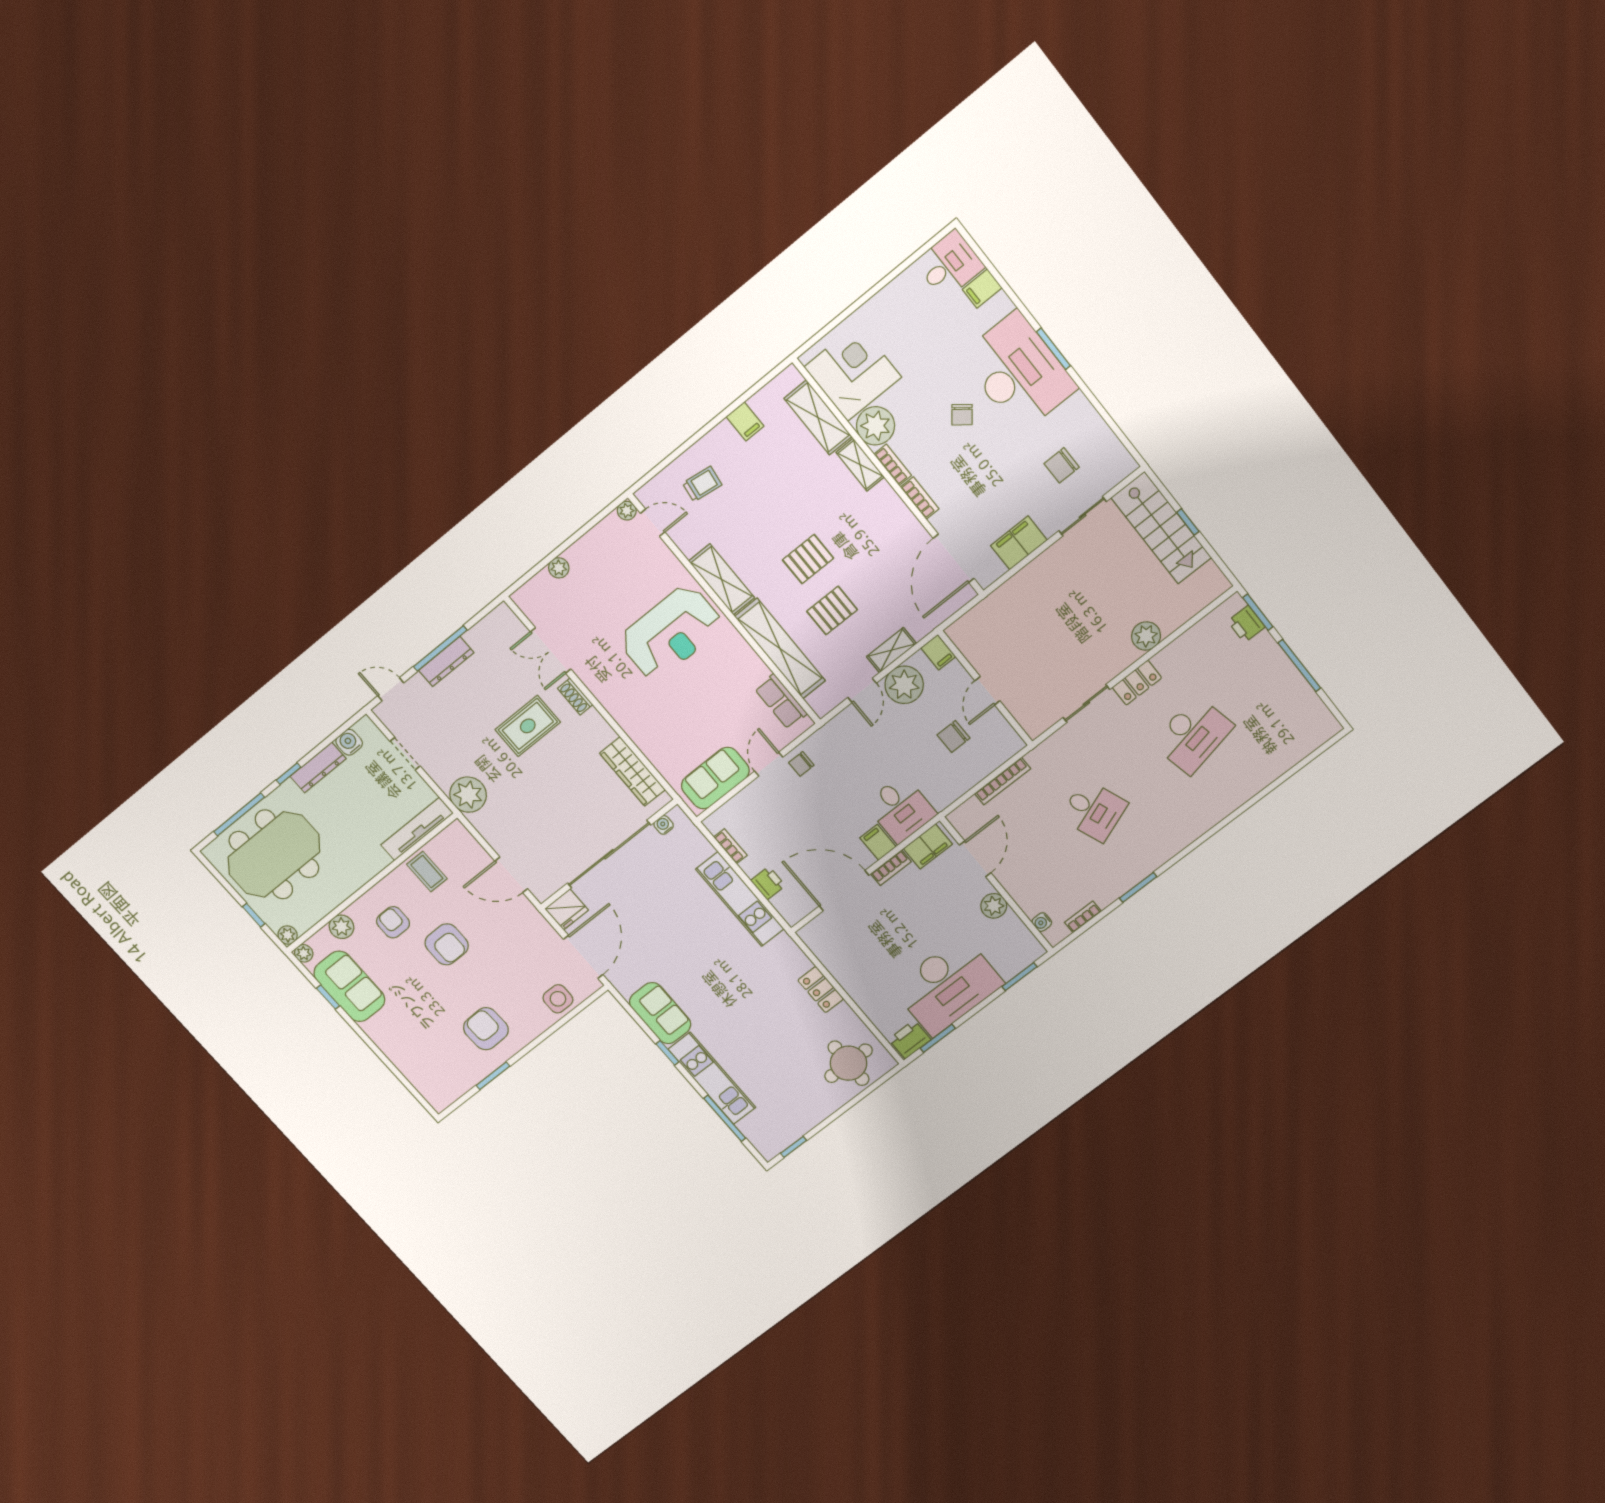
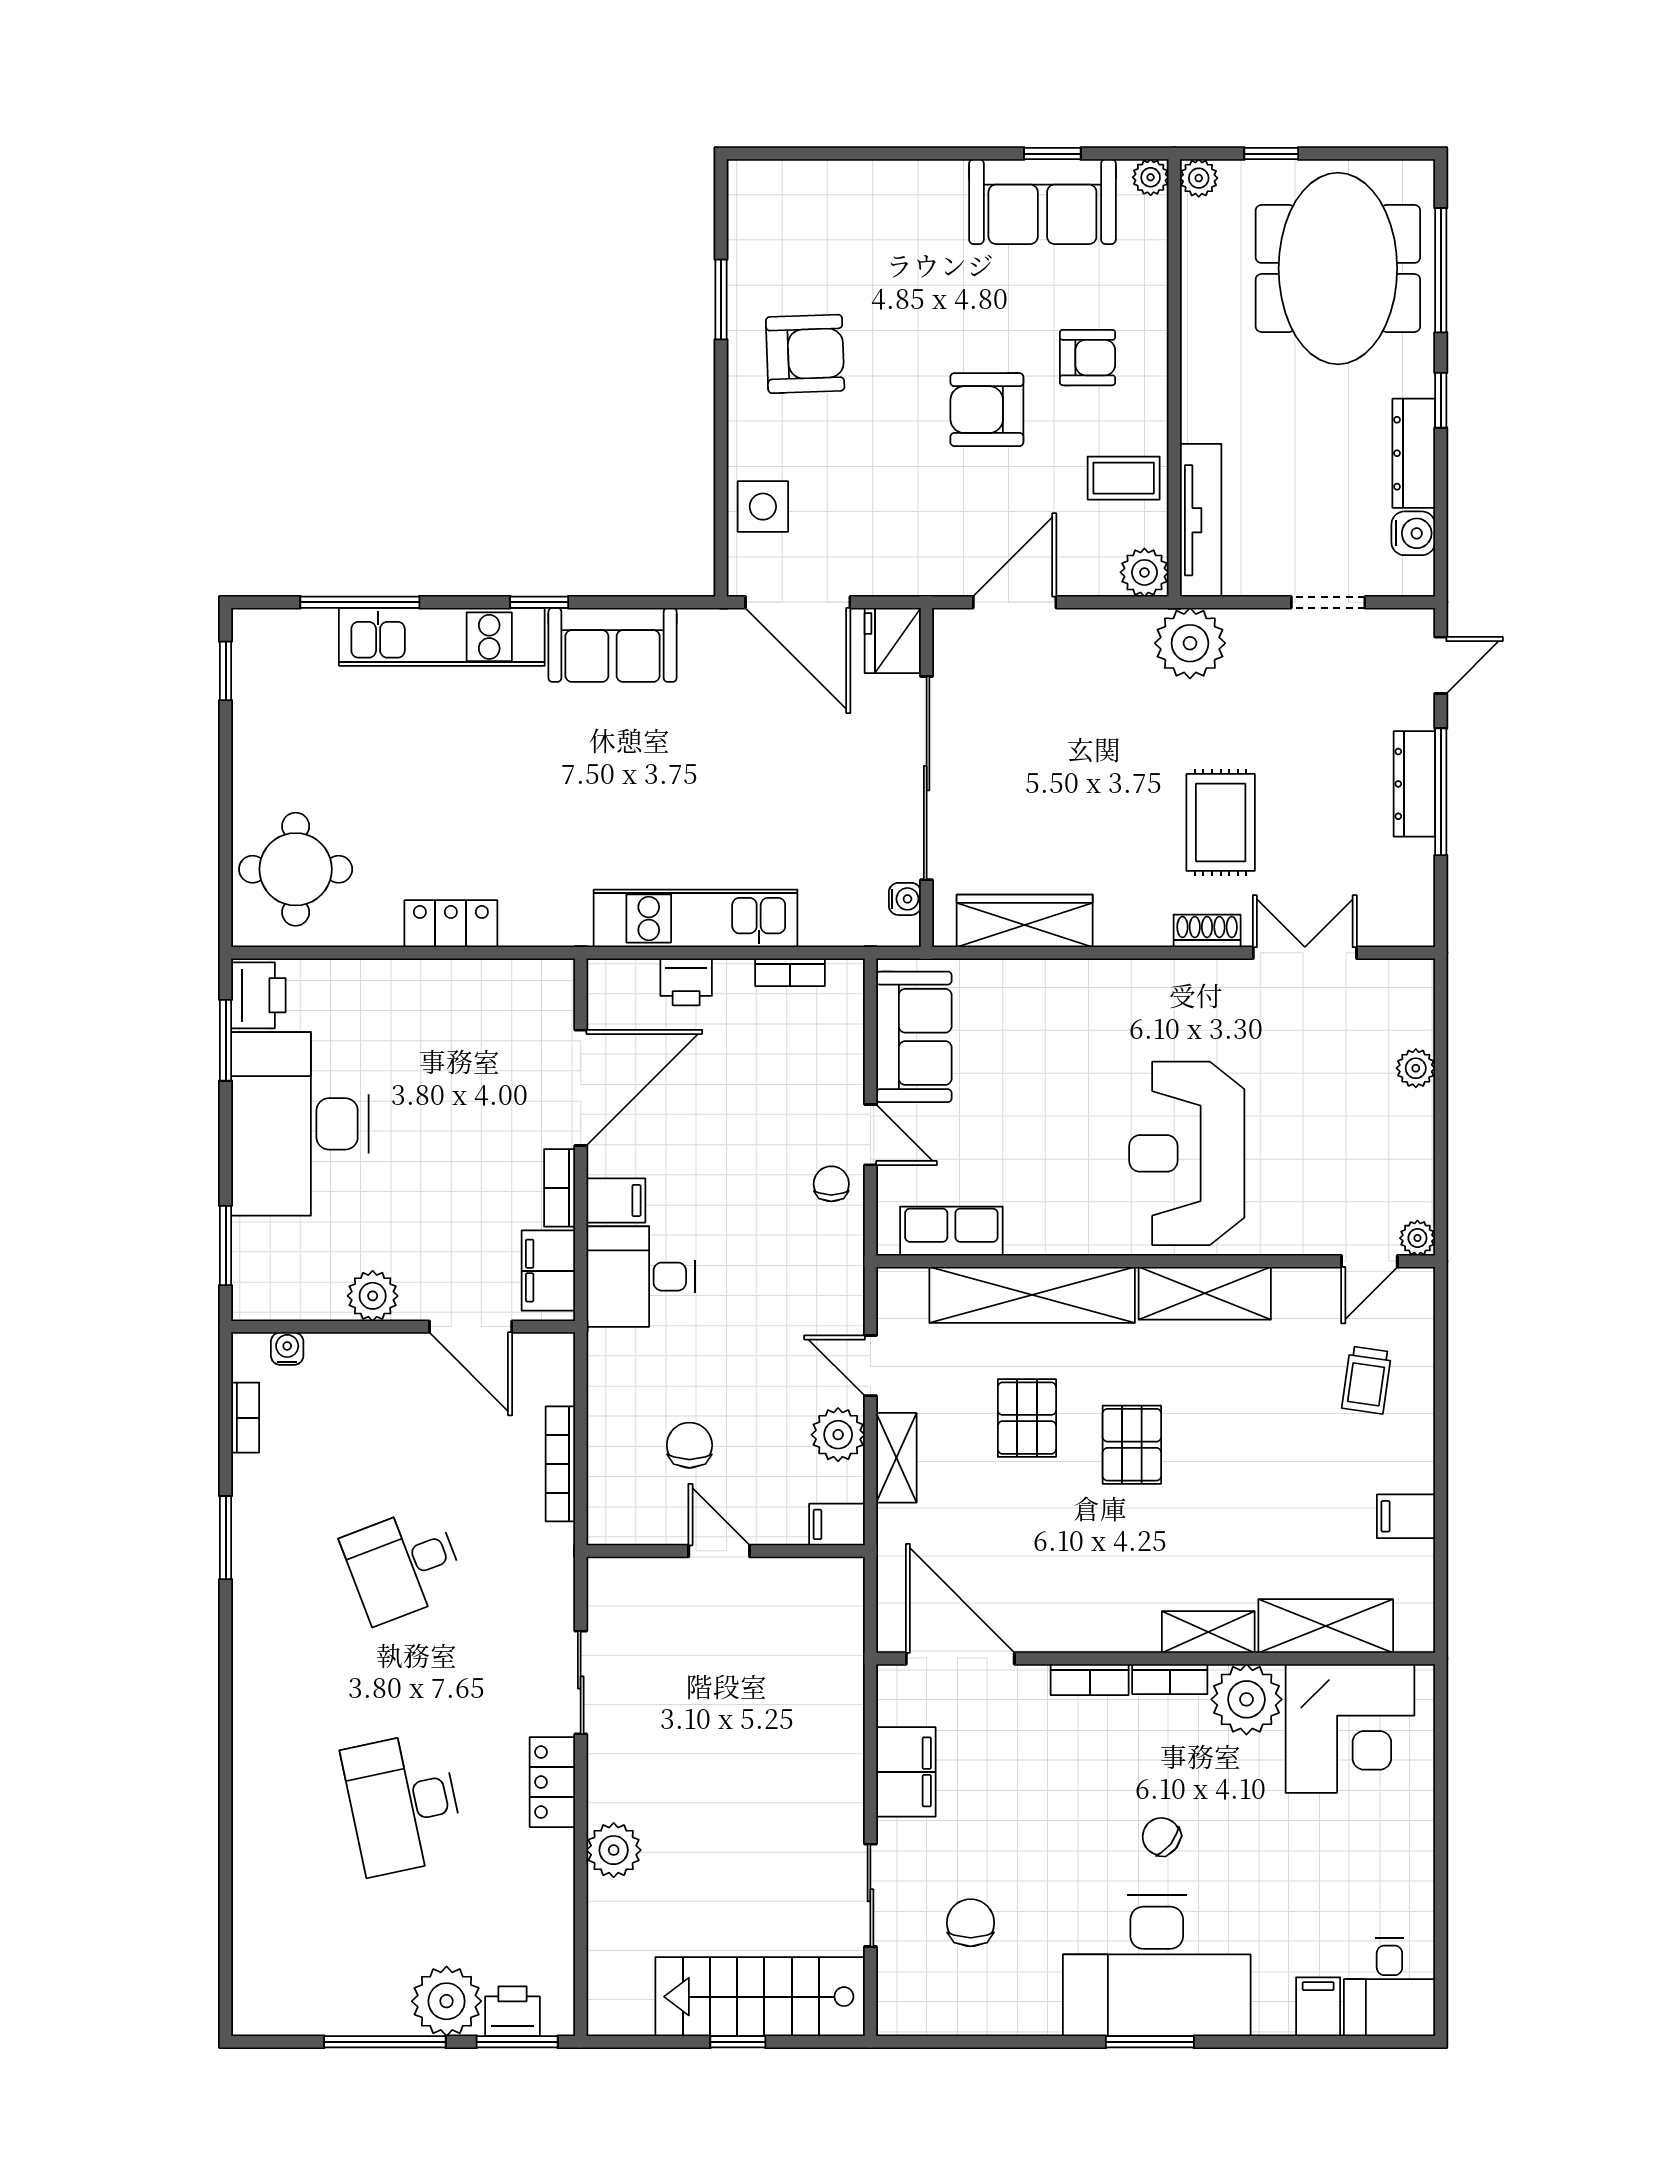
plant: (1263, 654) -> (447, 2001), added
plant: (904, 685) -> (838, 1435), width x0.73, depth x0.73
plant: (341, 927) -> (1144, 572), moved

